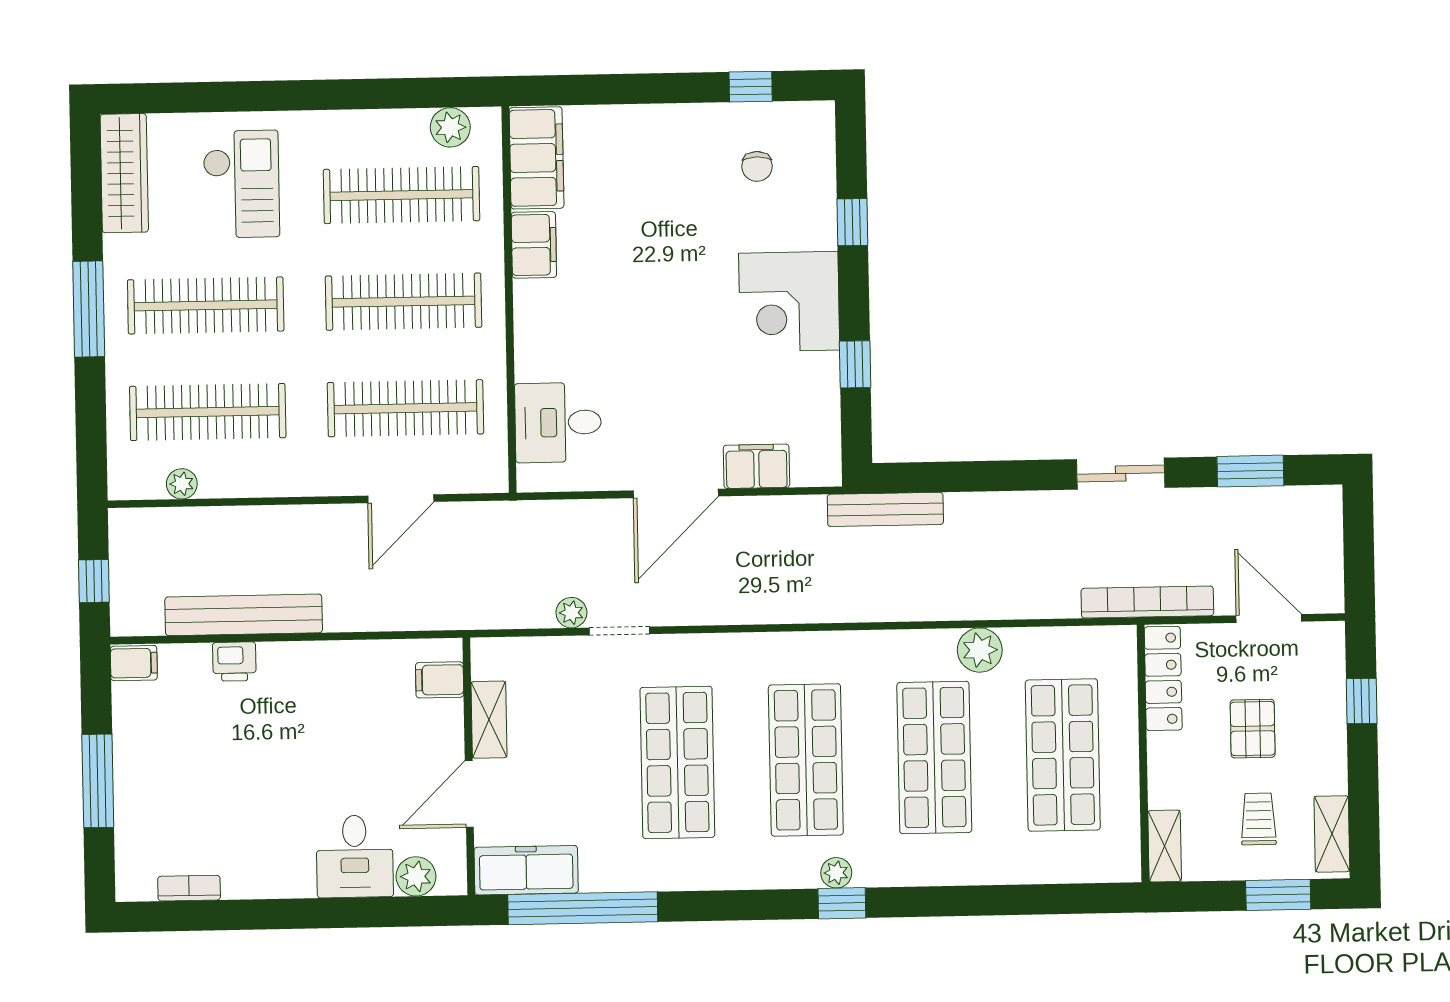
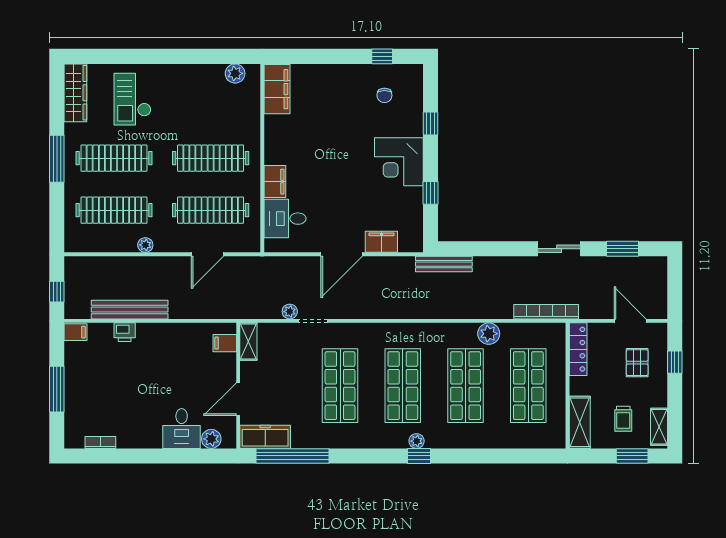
checkout: (241, 184) -> (132, 99), turned 180
clothes rail: (401, 195) -> (211, 106), removed
filing cabinet: (534, 245) -> (275, 182), moved
plant: (182, 484) -> (145, 245), moved
bookcase: (1147, 602) -> (546, 312), moved
shelving: (489, 720) -> (248, 342), moved
pallet: (1253, 729) -> (637, 363), moved
trolley: (1259, 819) -> (623, 419), turned 180
shelving: (1165, 846) -> (580, 422), width x1.50, depth x1.33

